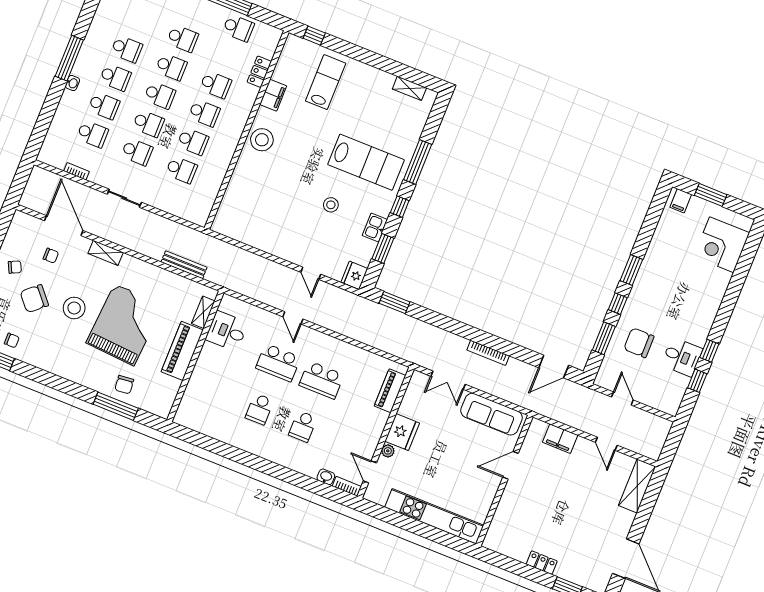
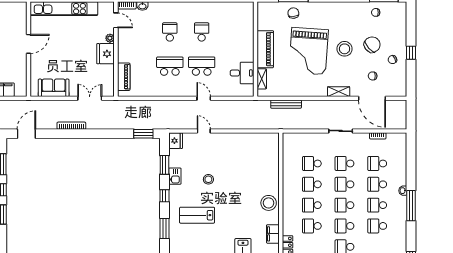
lab bench: (366, 162) -> (197, 215), width x0.73, depth x0.72
window: (418, 162) -> (164, 228), width x0.69
sofa: (492, 414) -> (54, 88), width x0.73
door: (511, 465) -> (29, 44), moved

